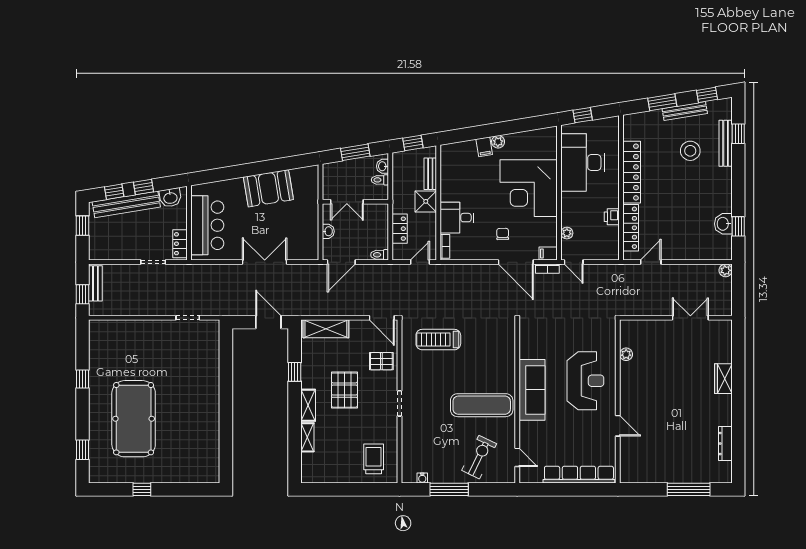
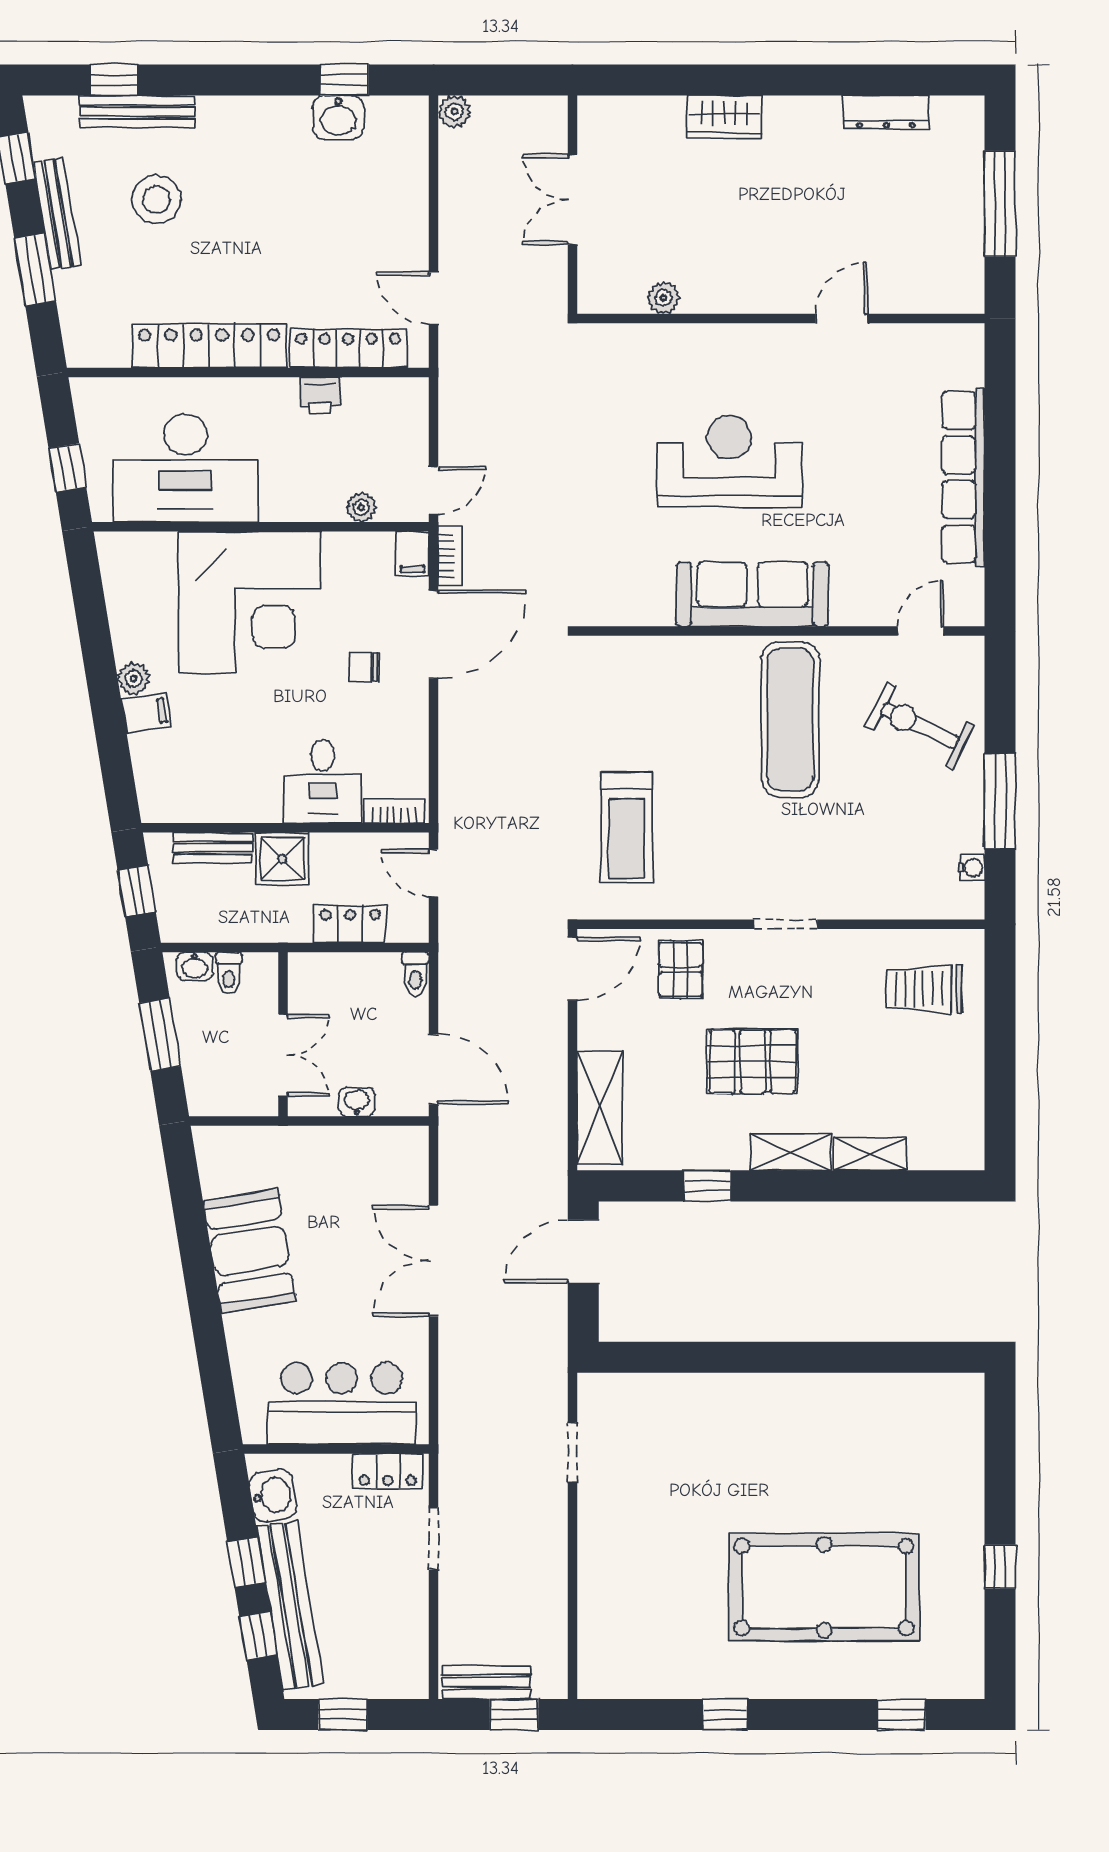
plant: (626, 354) -> (663, 298), moved
wall: (618, 401) -> (781, 318), moved
door: (618, 426) -> (842, 318), moved

